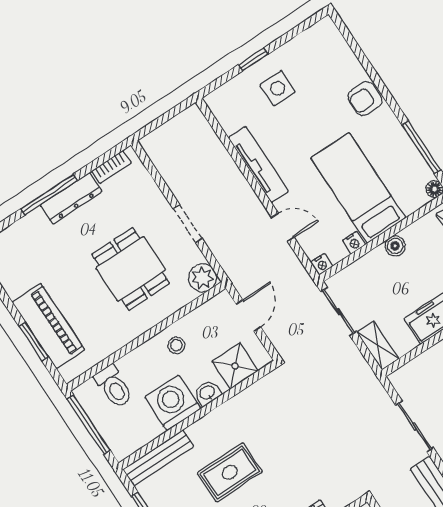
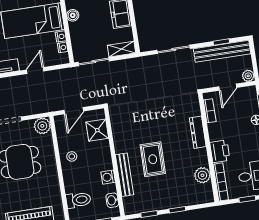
nightstand: (322, 264) -> (63, 47), moved
door: (248, 316) -> (74, 111), swing flipped
washbasin: (207, 393) -> (112, 200), moved
washing machine: (173, 403) -> (108, 177), width x0.53, depth x0.53
bench: (158, 458) -> (124, 175), moved

